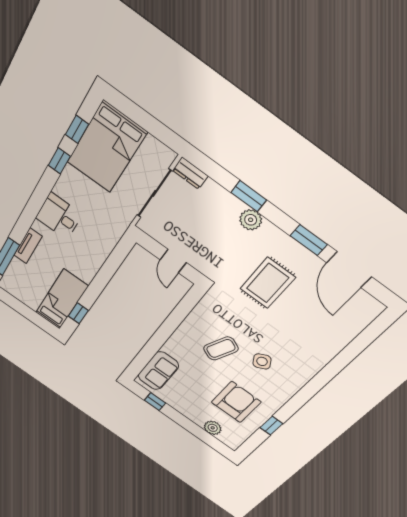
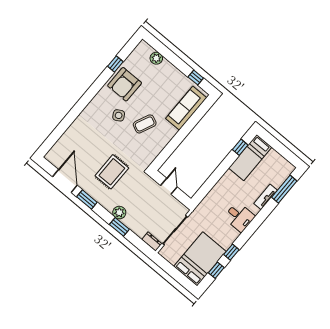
sofa: (158, 371) -> (186, 108), width x1.36
armchair: (236, 402) -> (125, 84), moved

